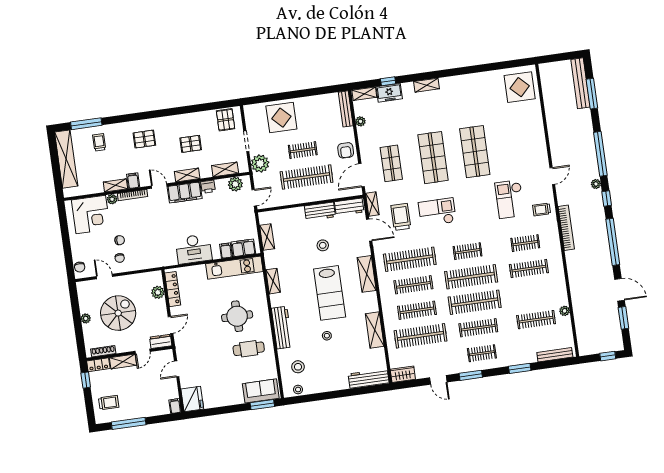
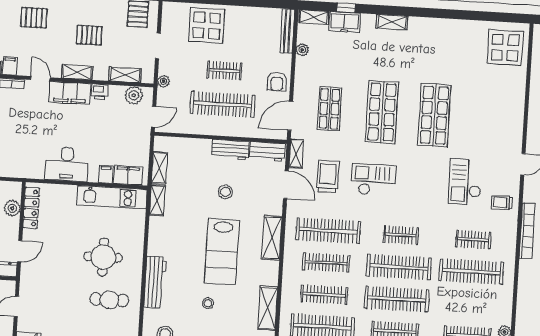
plant: (260, 164) -> (164, 81), width x0.53, depth x0.53
clothes rail: (529, 269) -> (471, 271), width x1.37, depth x1.31
shelving: (273, 281) -> (157, 200), moved

